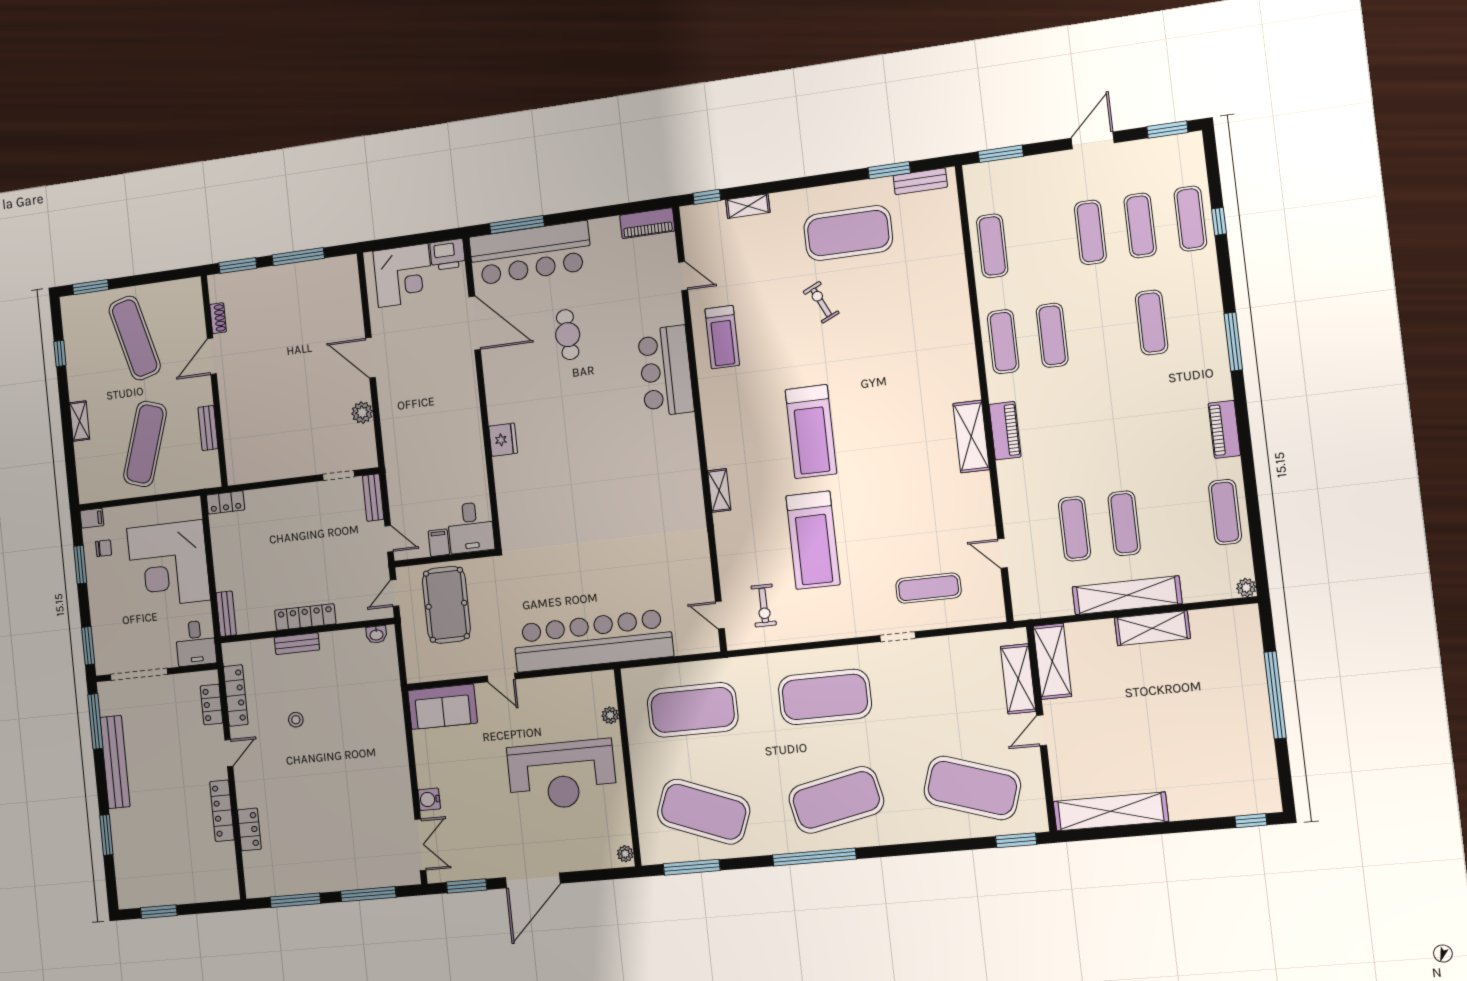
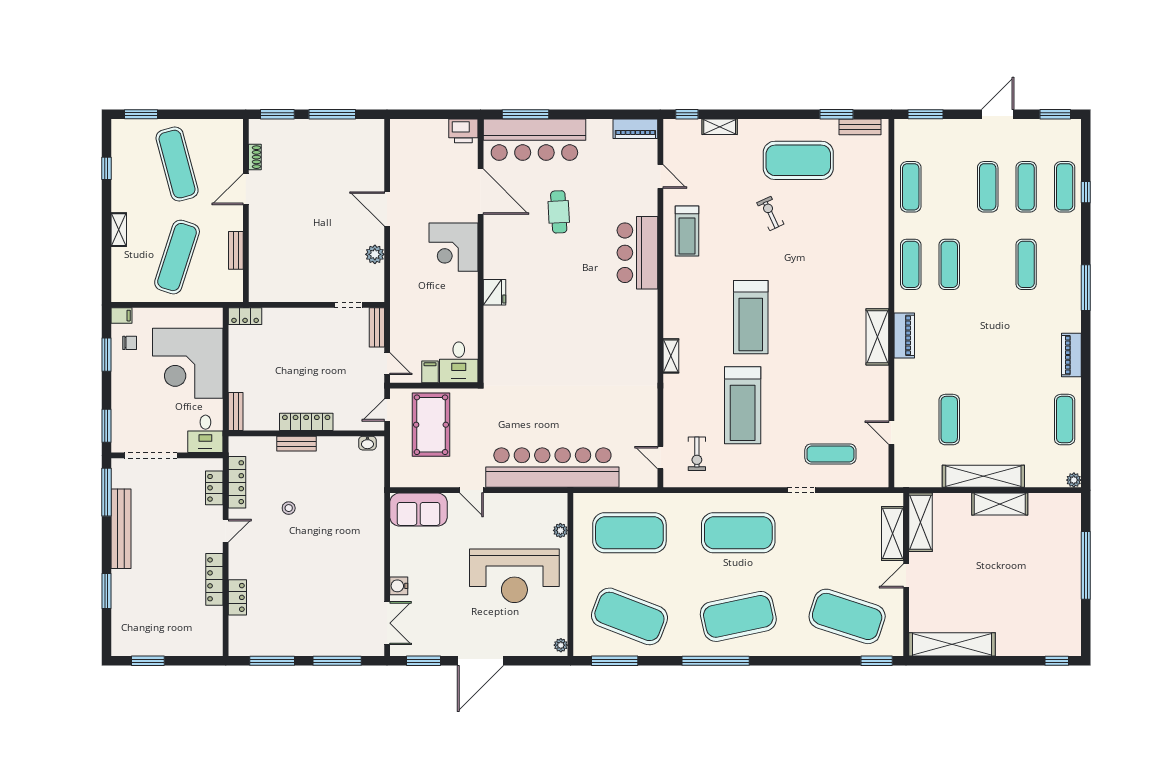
corner desk: (403, 275) -> (453, 247), moved, turned 90
exercise mat: (1124, 523) -> (988, 420), removed

